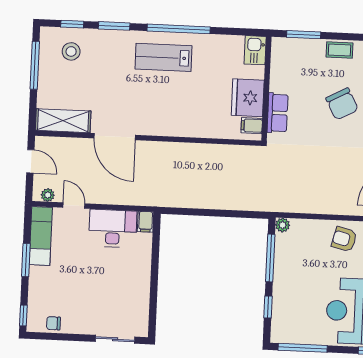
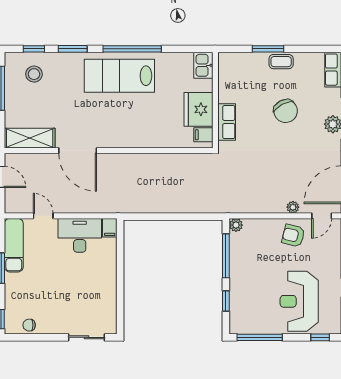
window: (304, 35) -> (268, 49), moved
lab bench: (164, 57) -> (119, 76), width x1.36, depth x1.39
plant: (48, 195) -> (293, 207), moved

